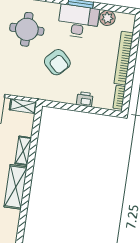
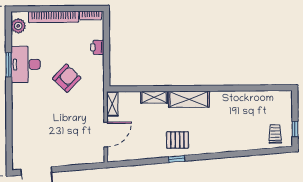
plant: (107, 18) -> (18, 26), moved
round table: (27, 29) -> (40, 111), removed

